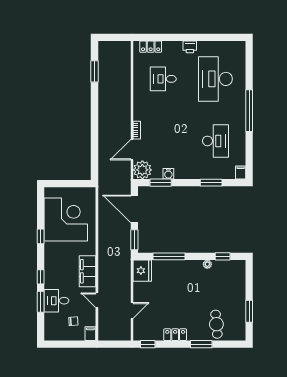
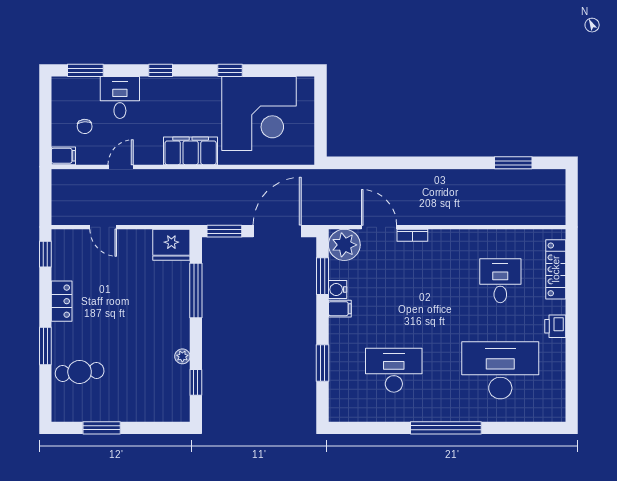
locker: (151, 47) -> (556, 269), width x1.53
desk: (215, 141) -> (394, 370), turned 180
filing cabinet: (241, 172) -> (340, 309), moved
filing cabinet: (88, 271) -> (191, 151), moved
window: (41, 302) -> (85, 70), moved

